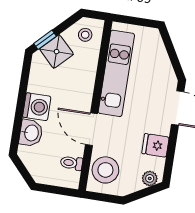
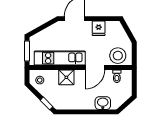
window: (136, 21) -> (27, 51), added
shower: (57, 52) -> (66, 77), moved, turned 45
washing machine: (37, 107) -> (87, 102), removed
plant: (150, 178) -> (119, 29), removed

